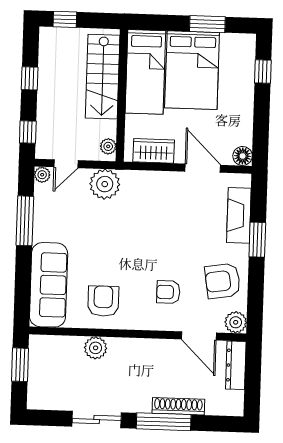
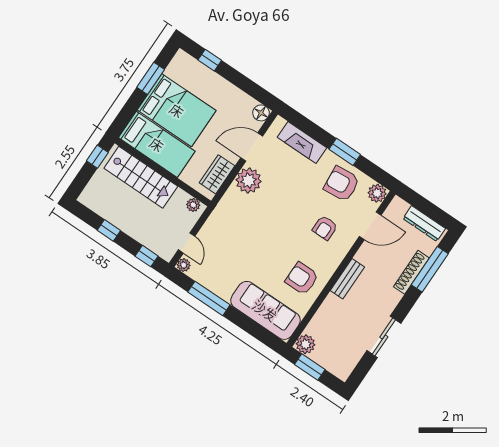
window: (65, 19) -> (97, 157), moved
plant: (105, 184) -> (249, 181), moved
window: (257, 240) -> (345, 152), moved
armchair: (223, 281) -> (342, 184), turned 94
bench: (132, 347) -> (347, 279), added
plant: (96, 348) -> (305, 344), moved
dresser: (236, 365) -> (424, 224), moved
window: (164, 422) -> (430, 269), moved

